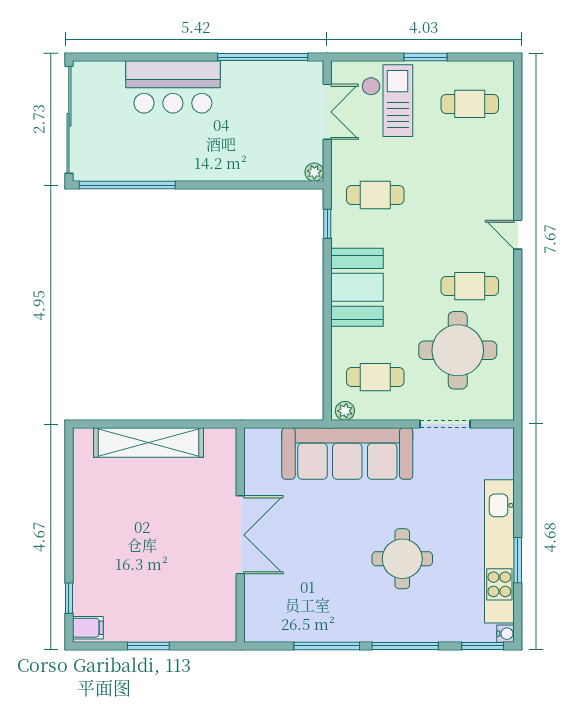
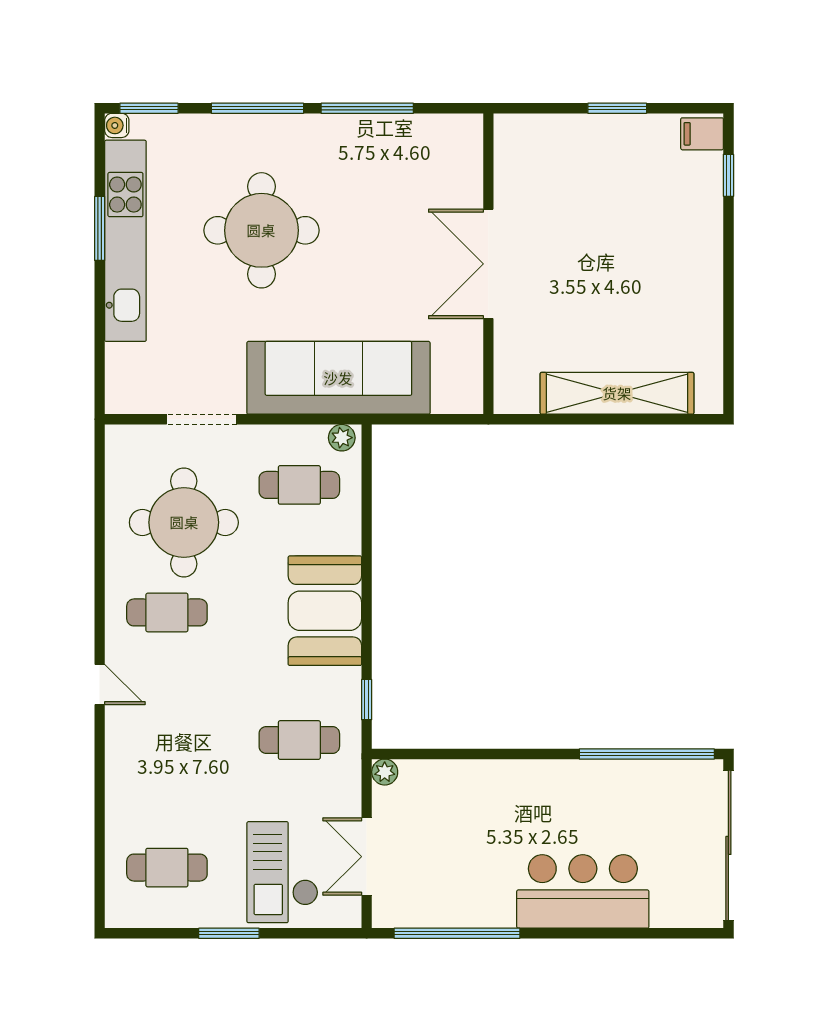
round table: (402, 559) -> (261, 230), width x1.36, depth x1.36

